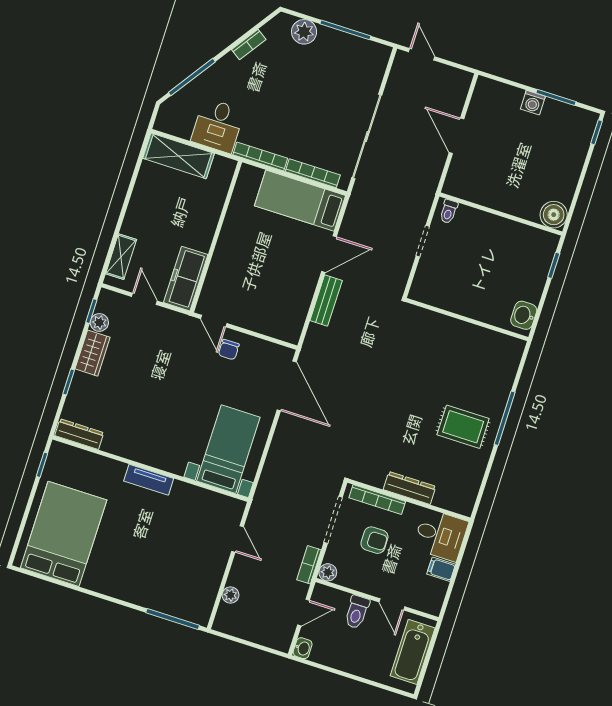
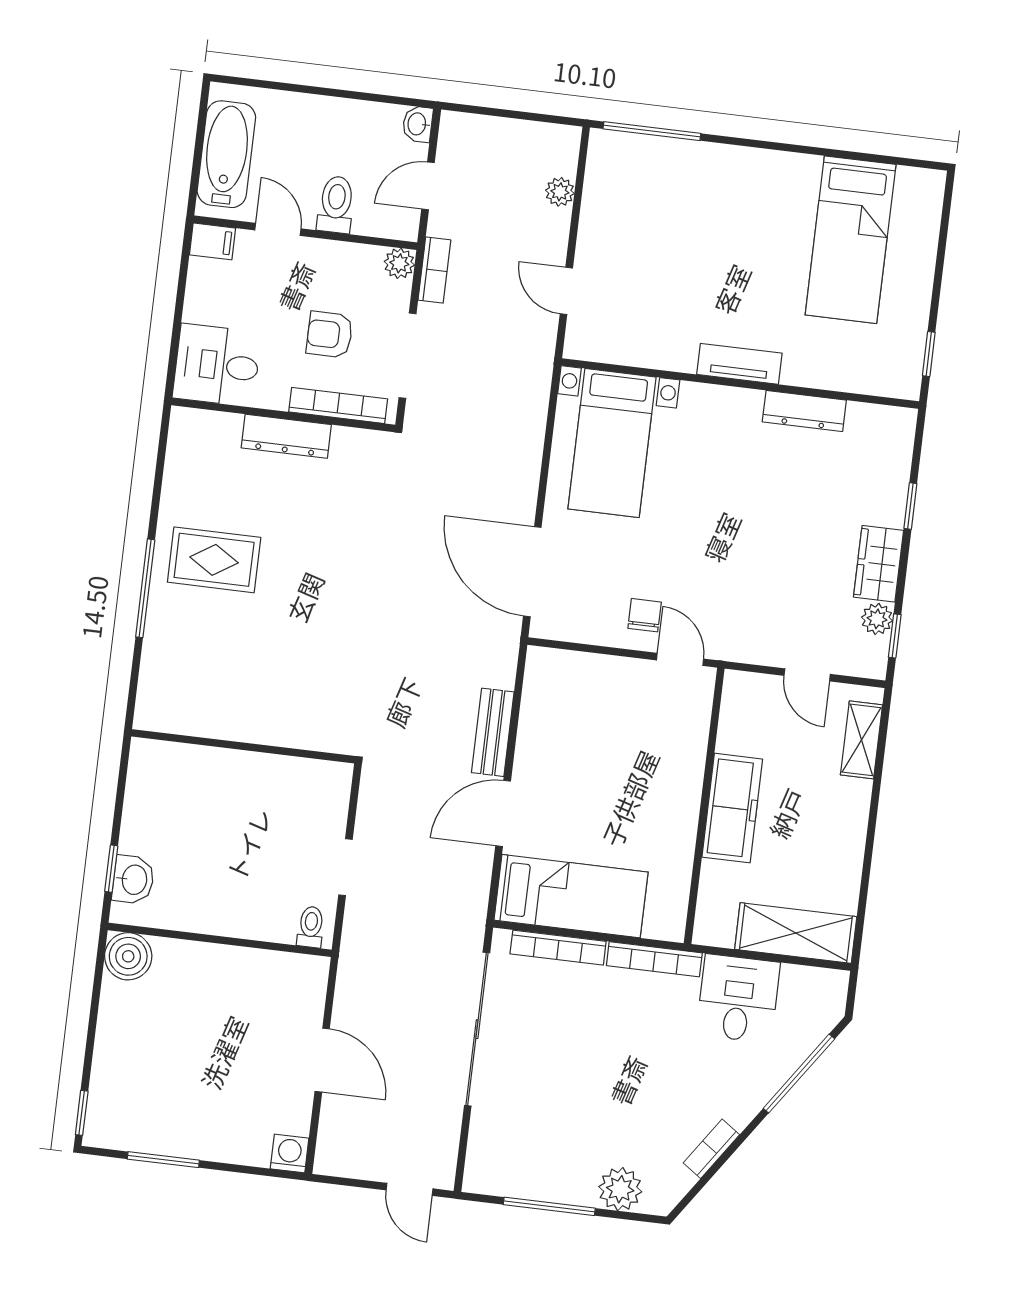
washing machine: (533, 103) -> (290, 1154), moved
freezer: (186, 279) -> (732, 808), moved
washbasin: (524, 315) -> (133, 880), moved
dresser: (79, 434) -> (804, 411), moved
bed: (64, 534) -> (851, 240), width x0.67
filing cabinet: (441, 569) -> (212, 241), moved

